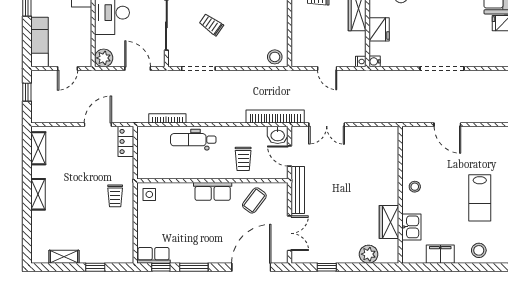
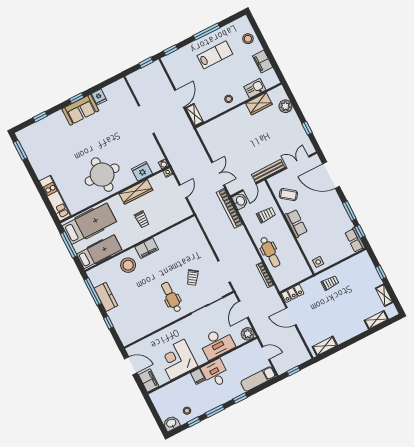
stool: (275, 57) -> (192, 228), removed
shelving: (417, 133) -> (195, 115), added
shelving: (38, 194) -> (376, 320), moved

